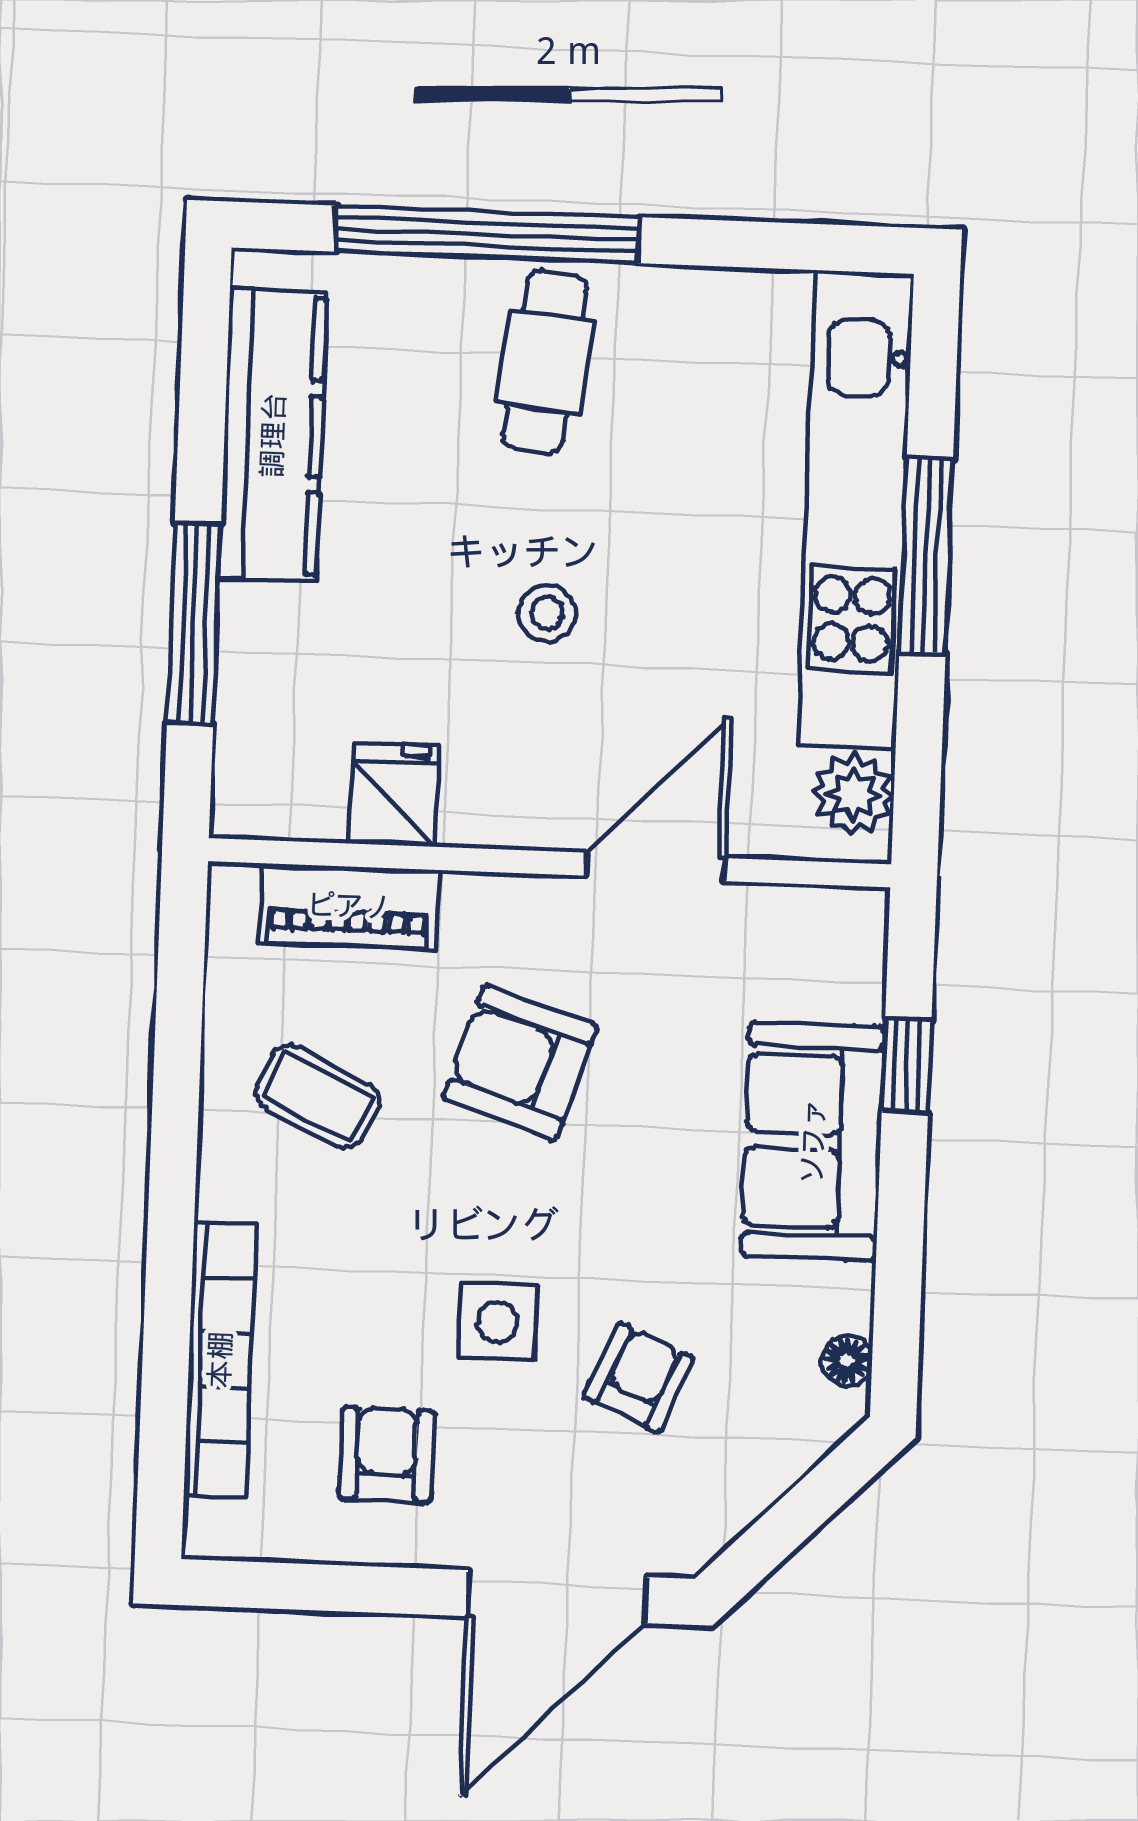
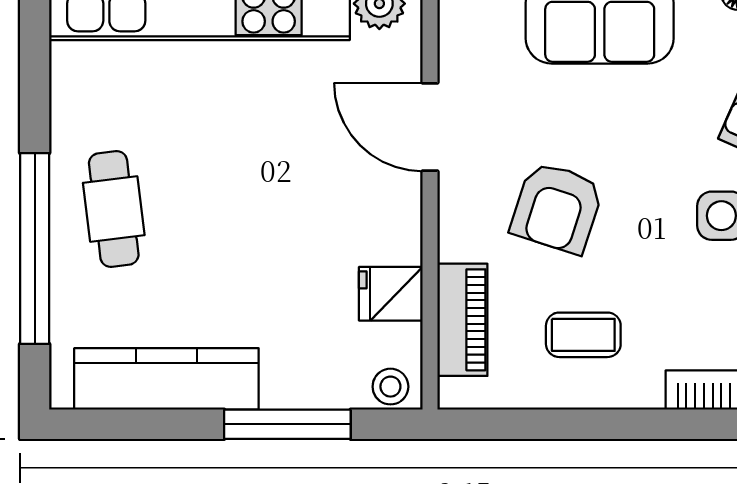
cafe table: (545, 362) -> (114, 209), turned 76
stool: (547, 613) -> (390, 387), moved
coffee table: (317, 1097) -> (583, 335), turned 64

